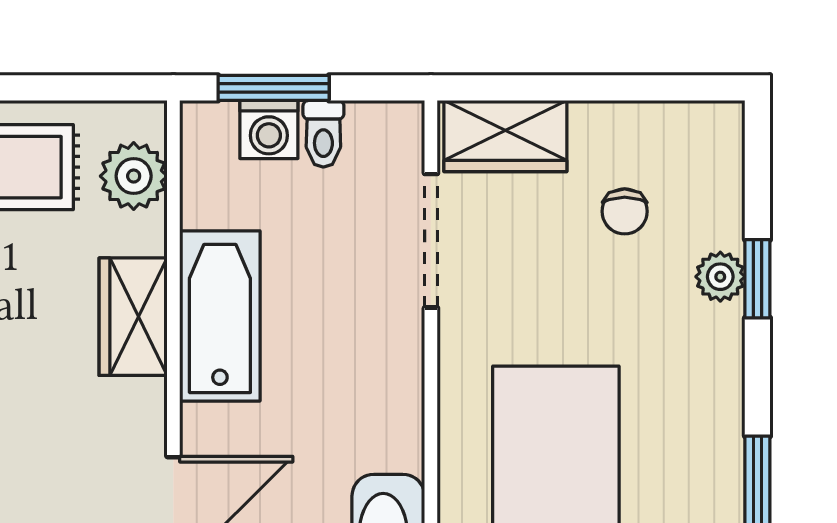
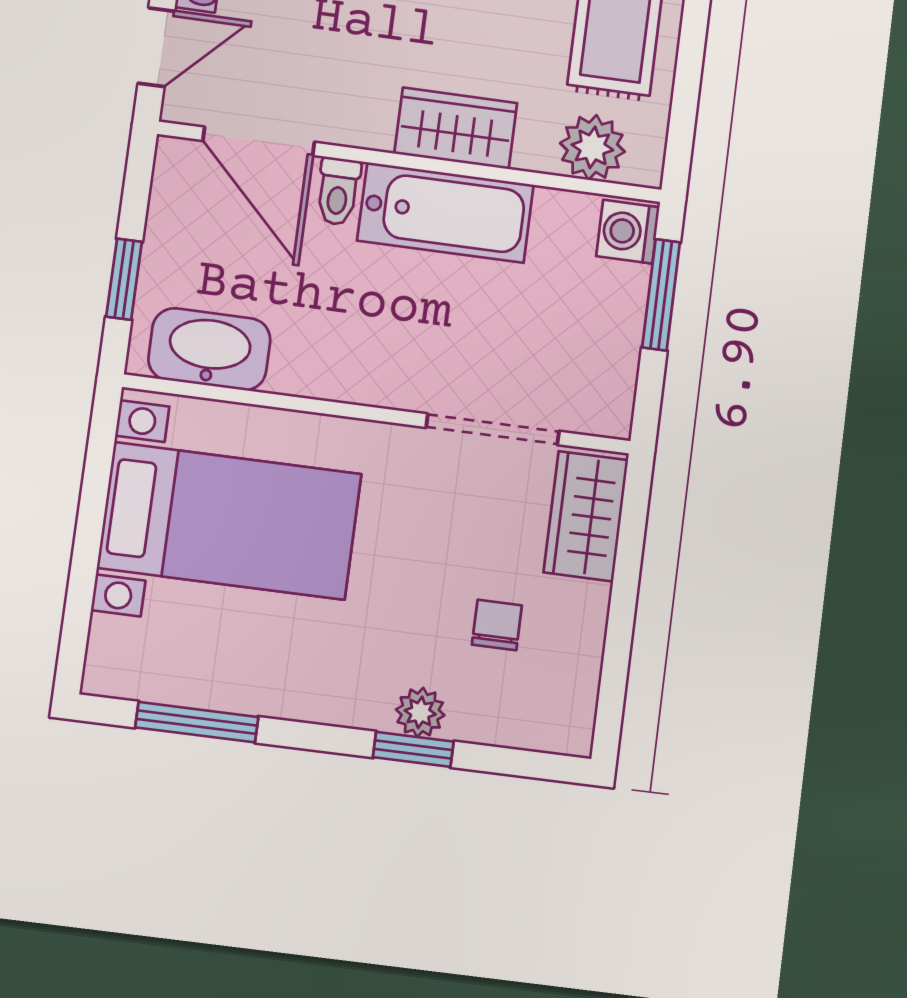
washing machine: (269, 130) -> (628, 232), moved
toilet: (323, 134) -> (338, 191), moved, turned -90
chair: (625, 211) -> (497, 625), turned 90

